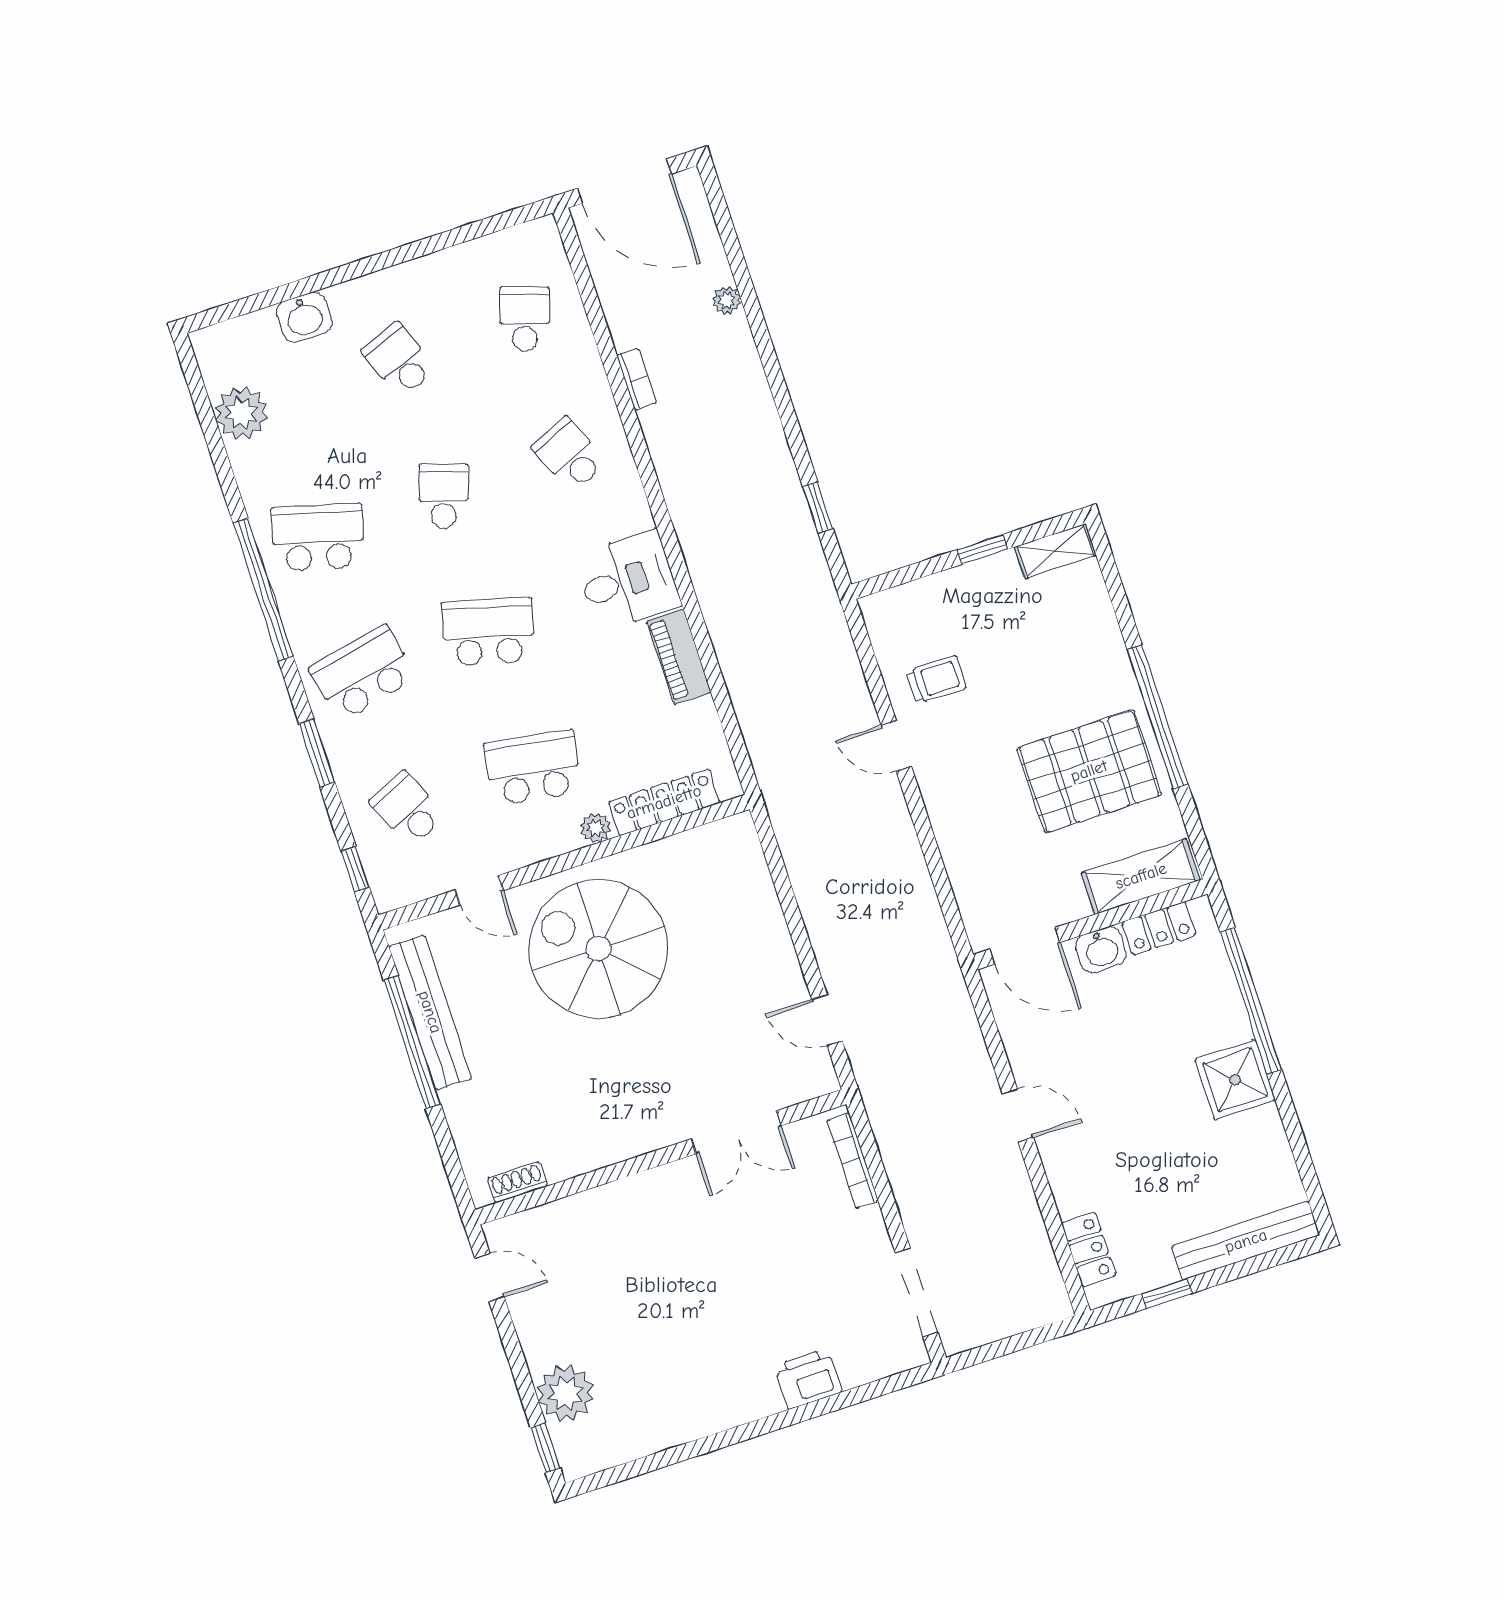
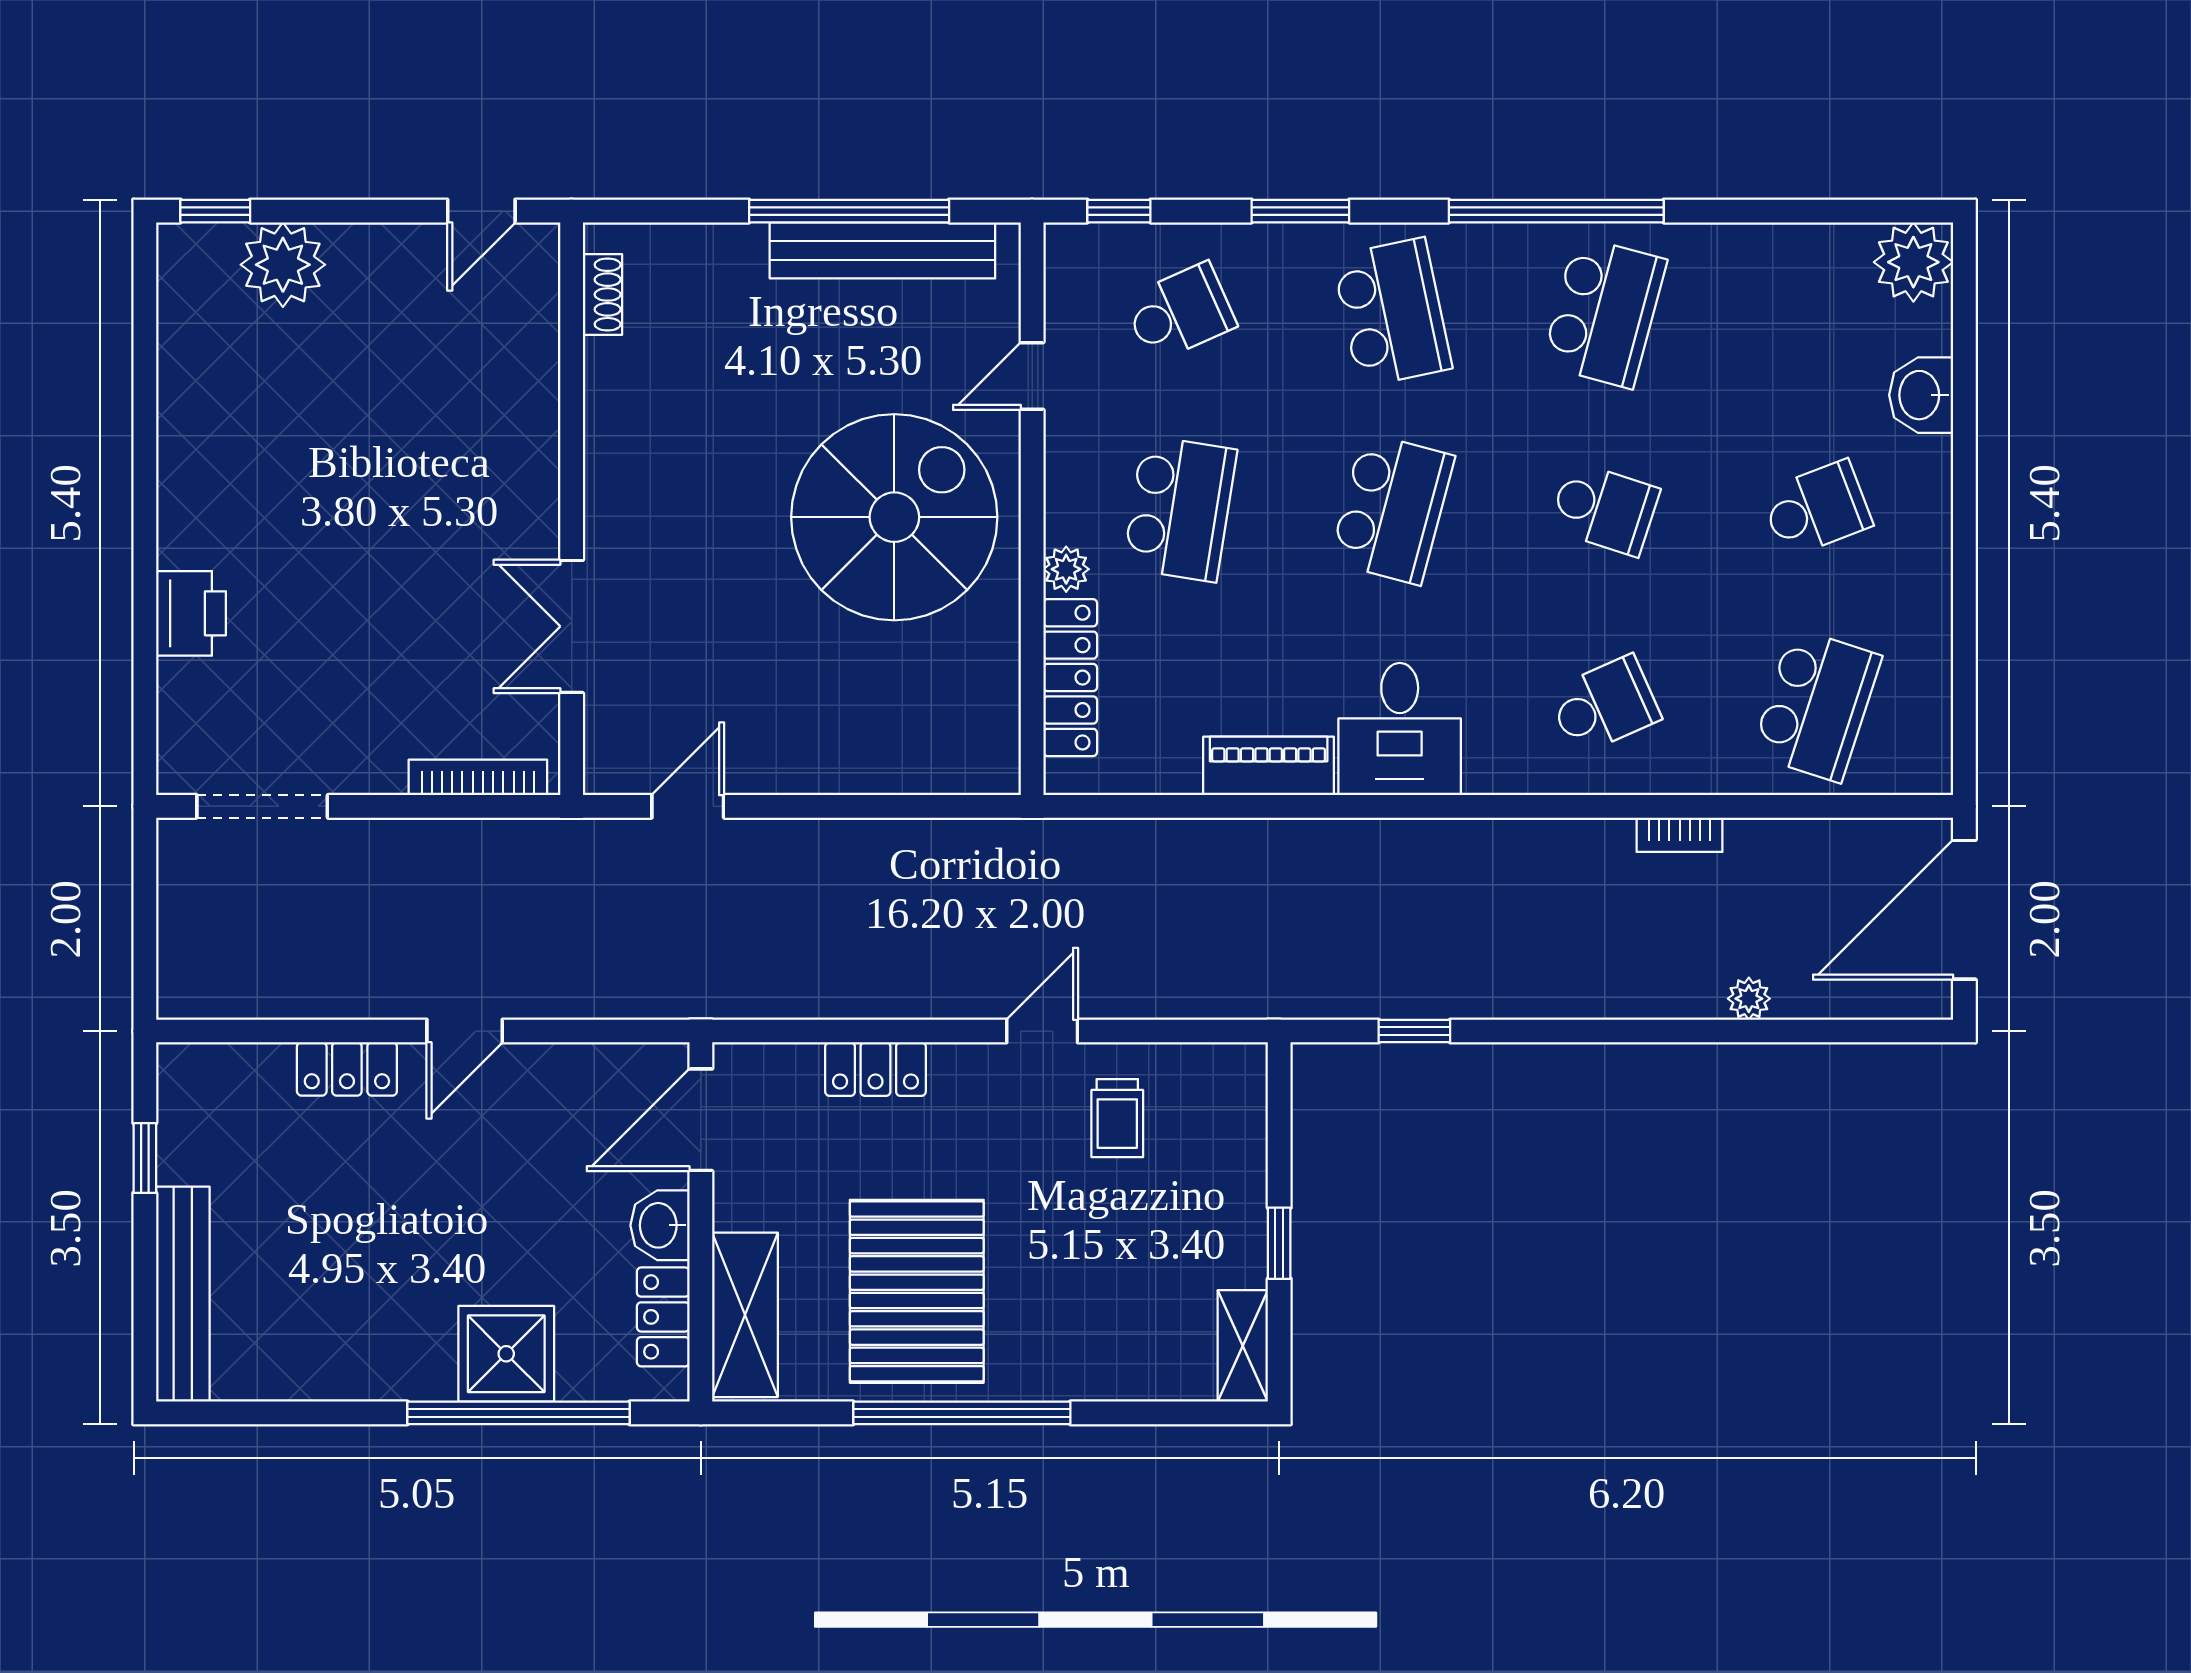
school desk: (525, 319) -> (1817, 705), width x1.85
plant: (241, 413) -> (1913, 262), moved
locker: (956, 845) -> (875, 1069), added
shower: (1235, 1080) -> (506, 1354), moved
locker: (1089, 1249) -> (347, 1069), moved

